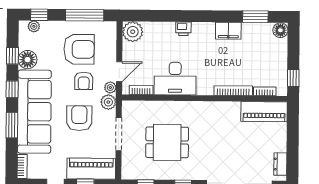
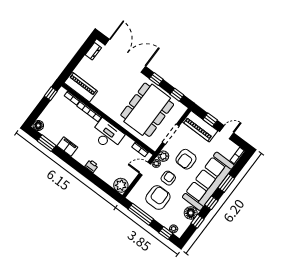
armchair: (79, 49) -> (158, 198), turned 90
desk: (175, 79) -> (107, 135), moved
dining table: (167, 142) -> (147, 110), width x1.87, depth x1.24

